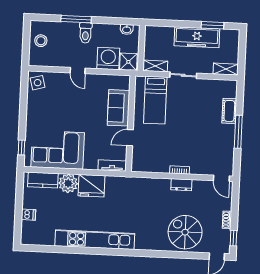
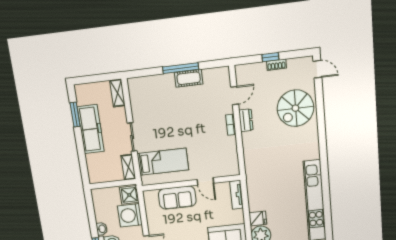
washbasin: (127, 30) -> (102, 229), moved
cot: (229, 111) -> (189, 78), moved
door: (221, 178) -> (235, 96), moved
fridge: (91, 186) -> (258, 218), width x0.53, depth x0.75
window: (233, 238) -> (270, 57), moved

